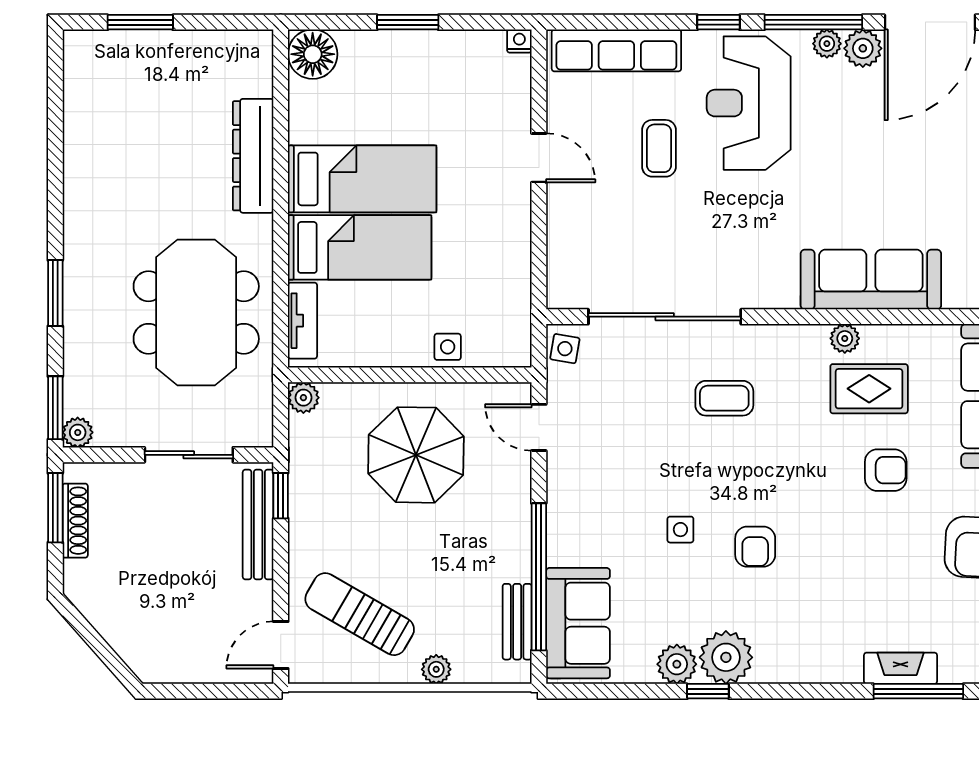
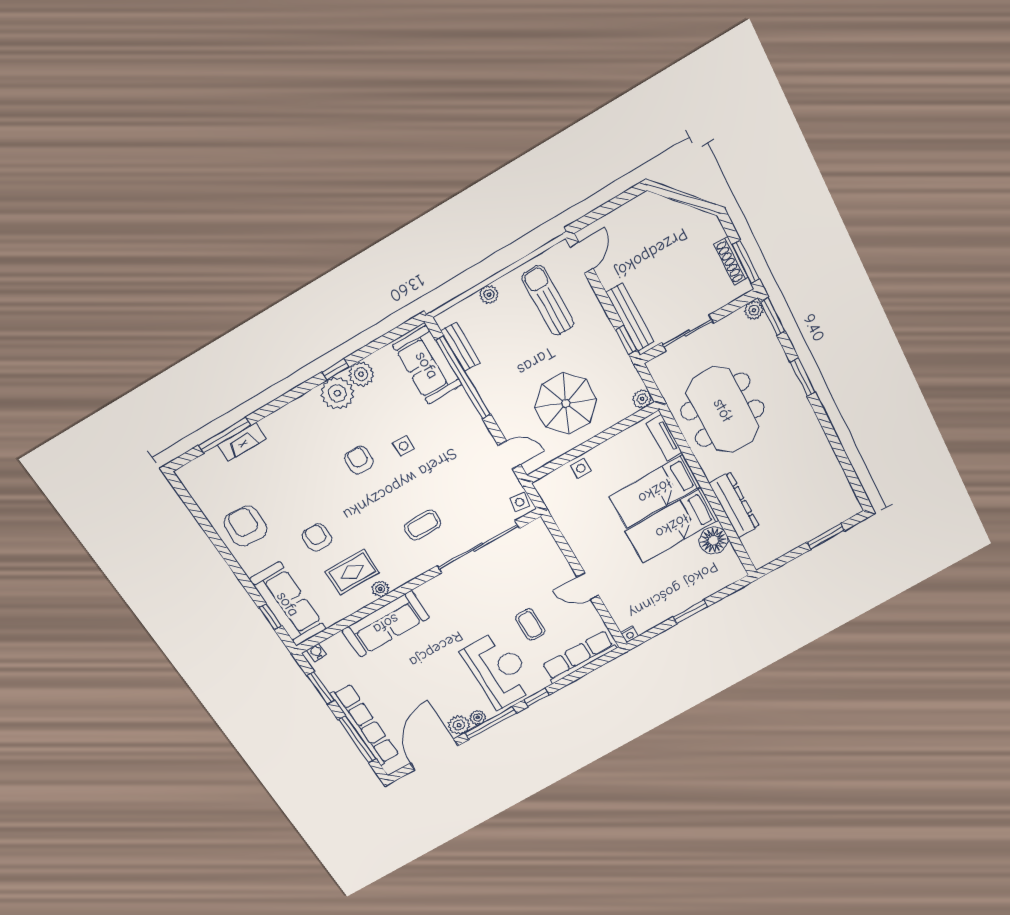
floor lamp: (313, 54) -> (713, 540), moved
armchair: (886, 470) -> (317, 537), turned 90
sun lounger: (360, 614) -> (548, 301), turned -120

